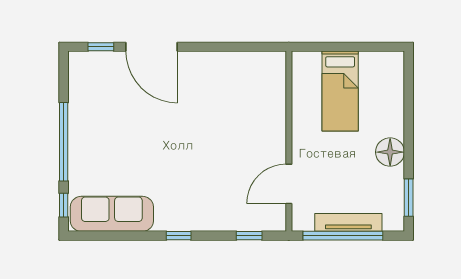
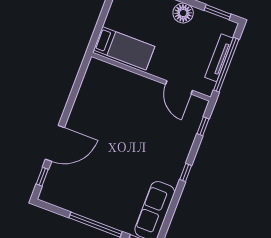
bed: (340, 91) -> (124, 48), moved

